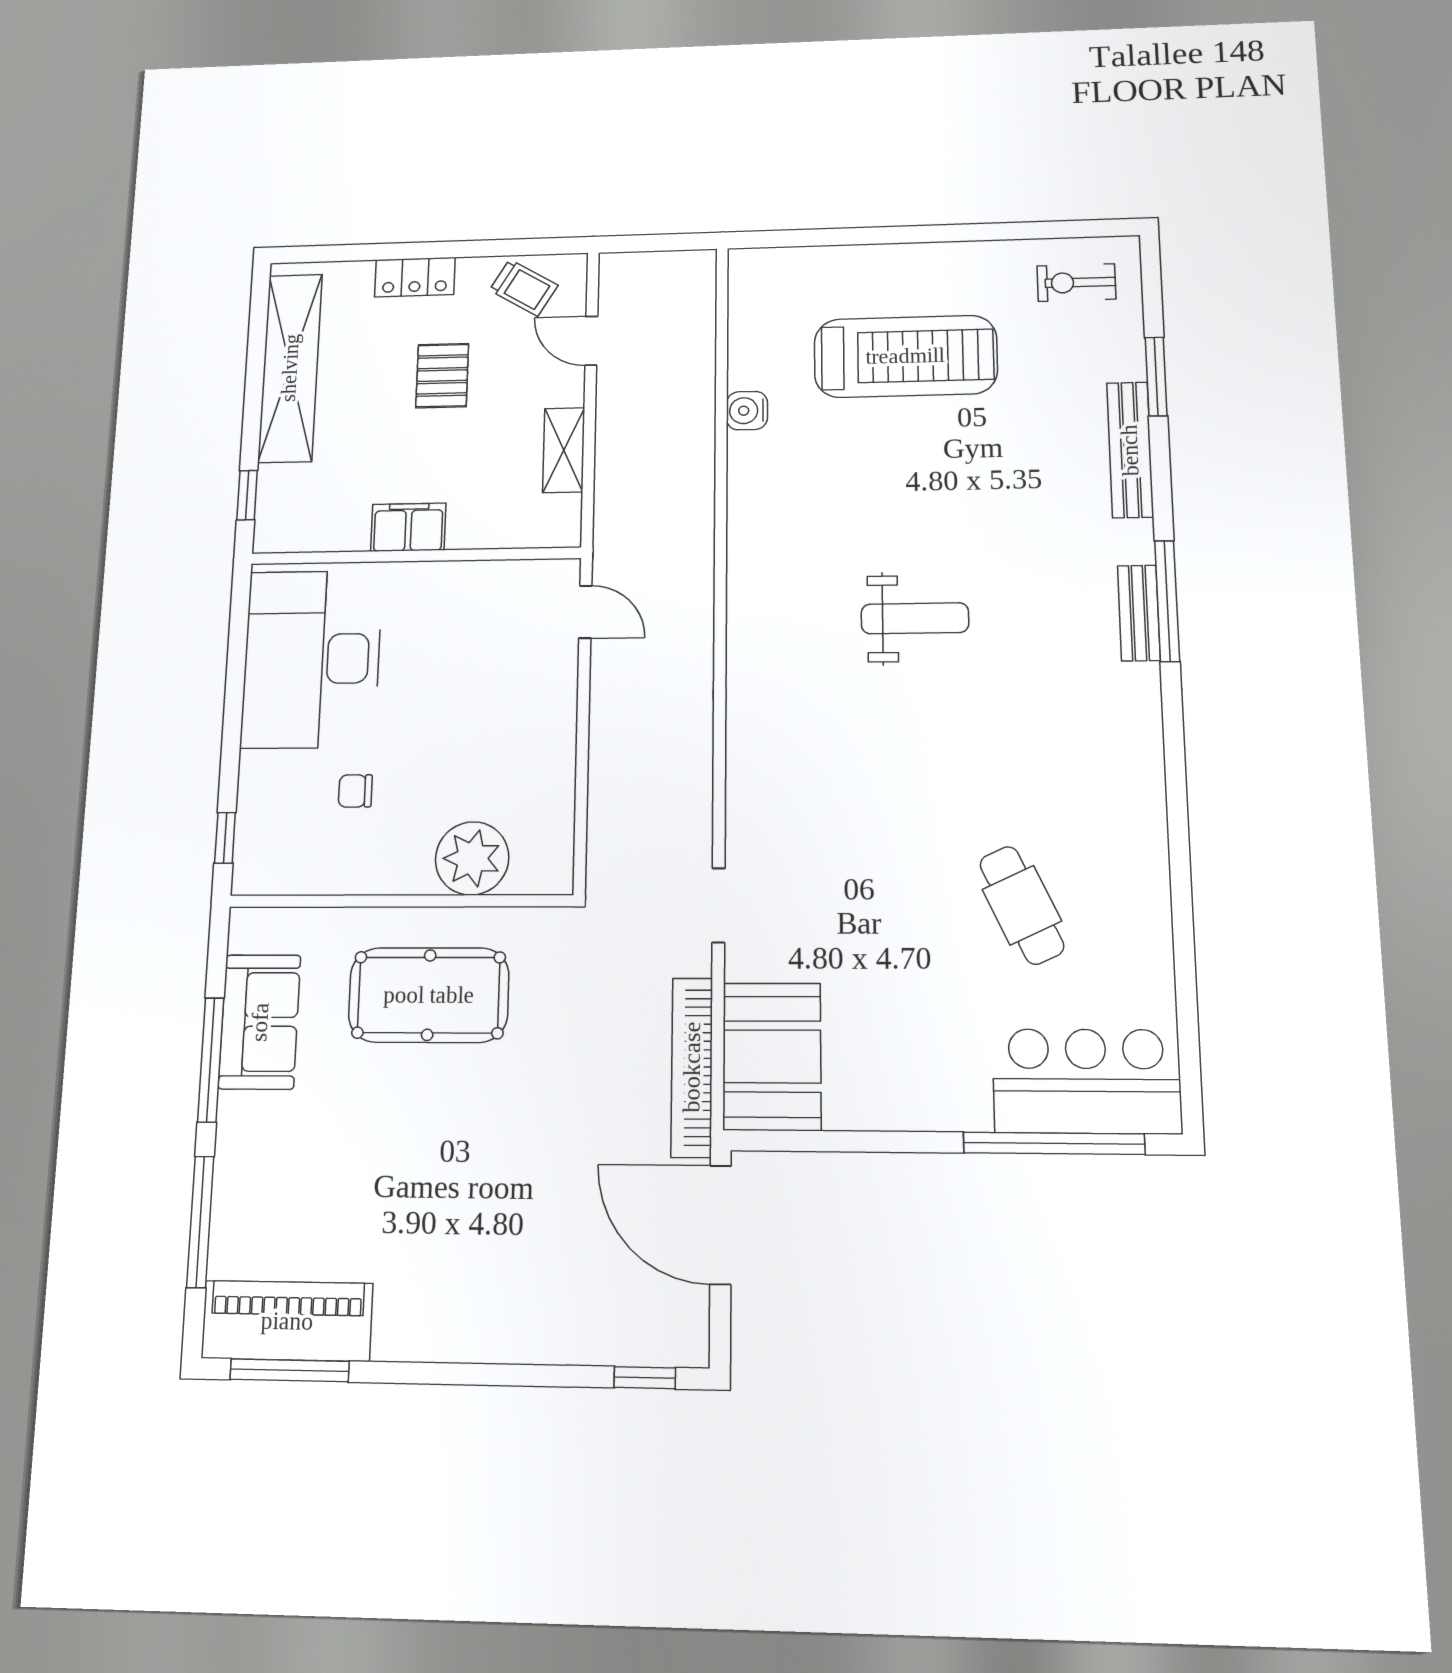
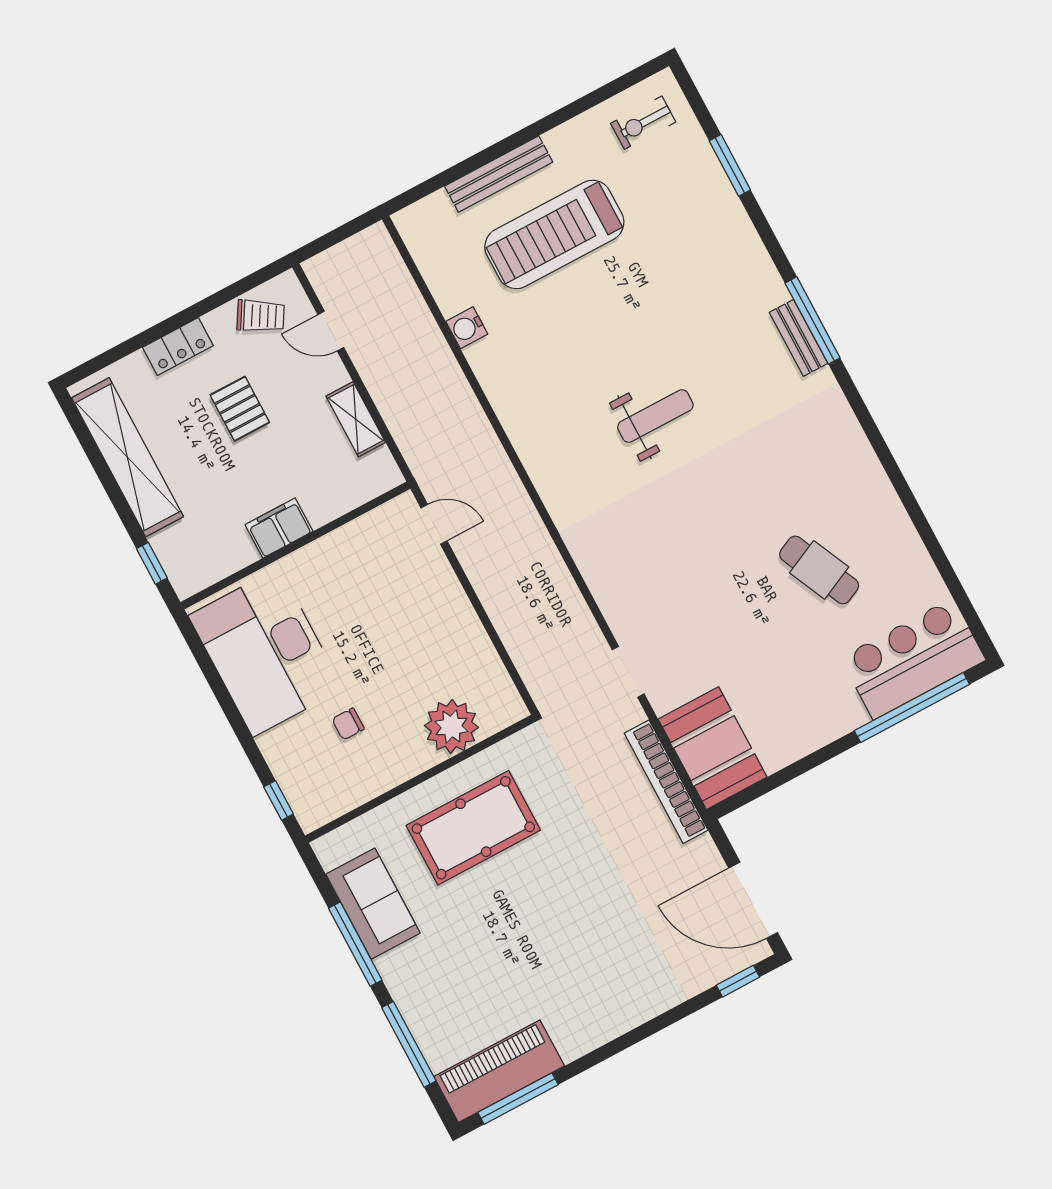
treadmill: (905, 356) -> (554, 234), turned 180
bench: (1130, 450) -> (499, 174), moved, turned 90
door: (721, 1225) -> (753, 900), moved

